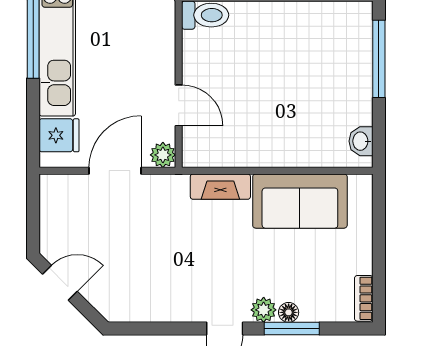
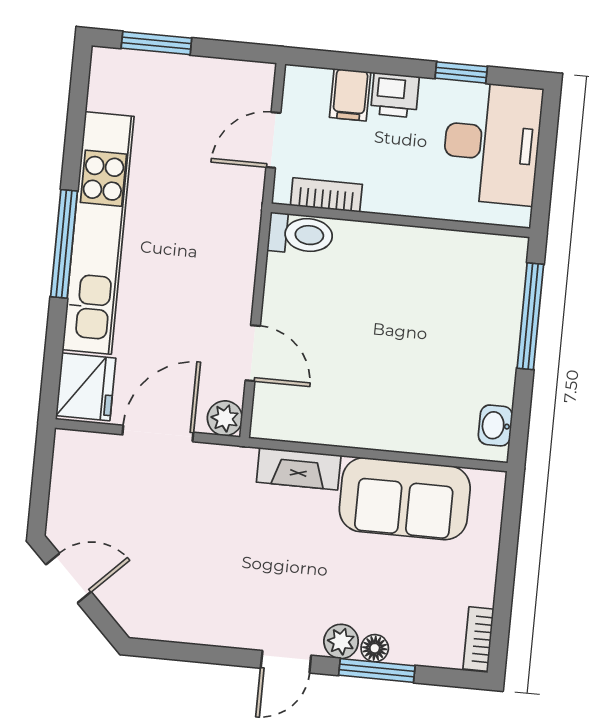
fridge: (59, 135) -> (86, 387), width x1.38

